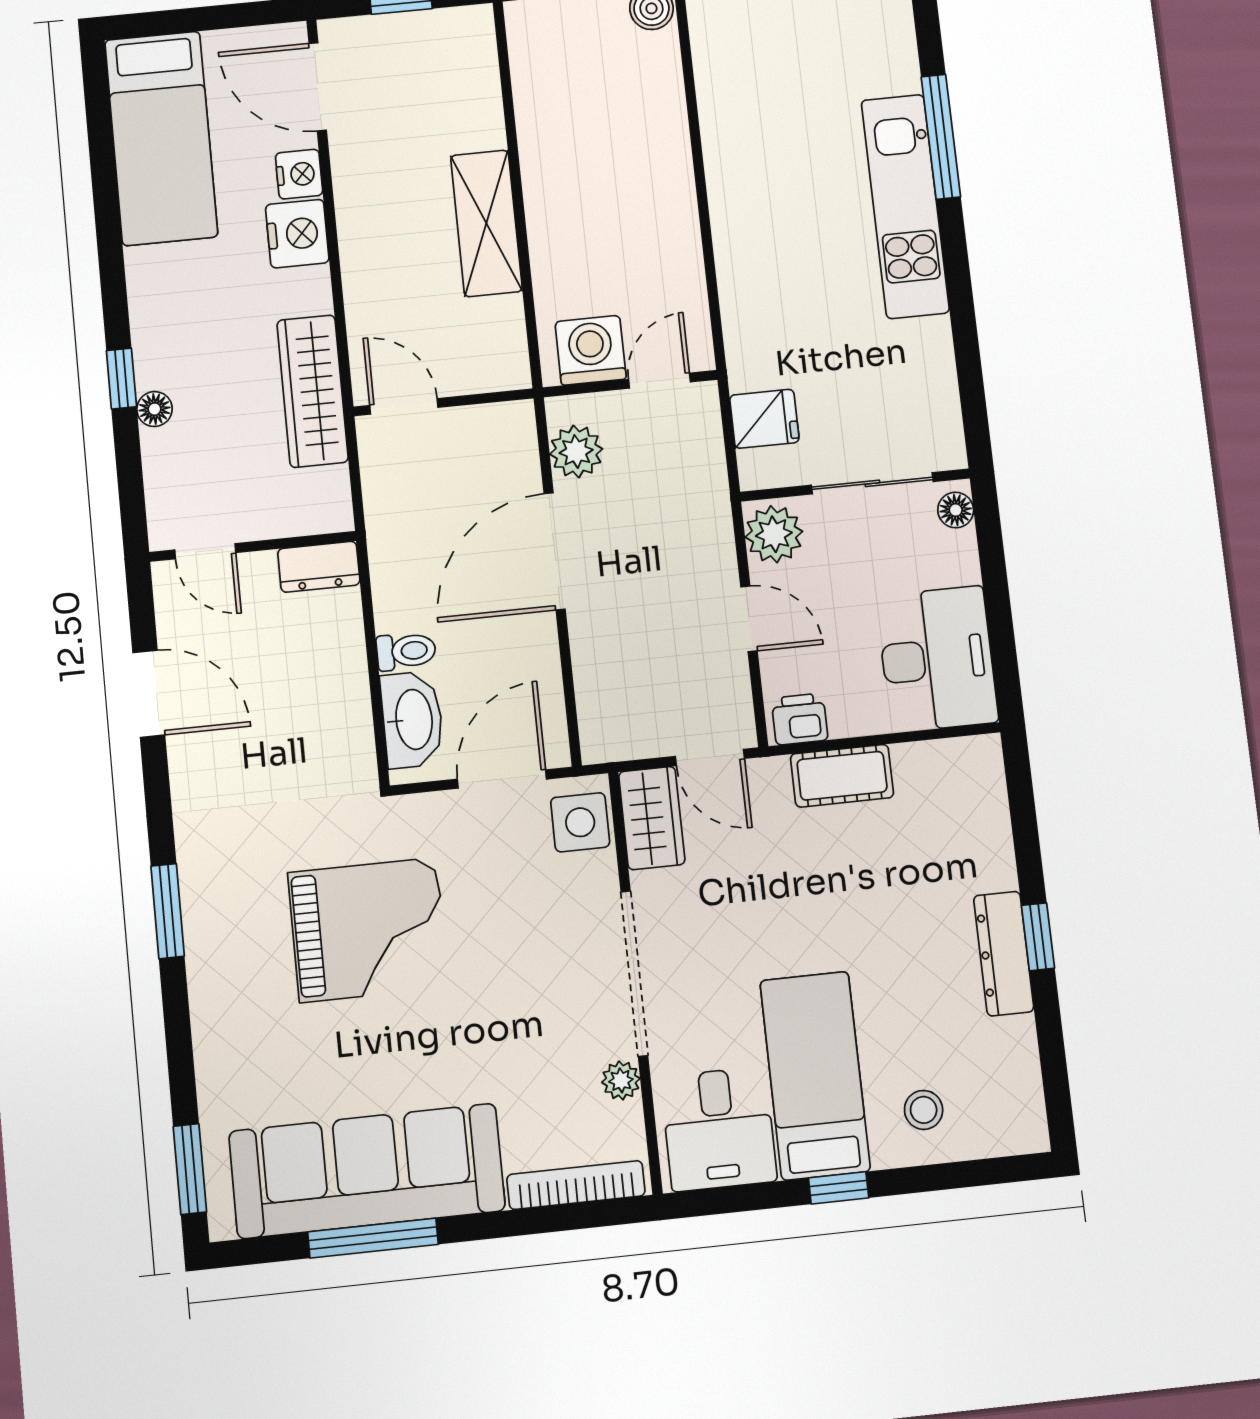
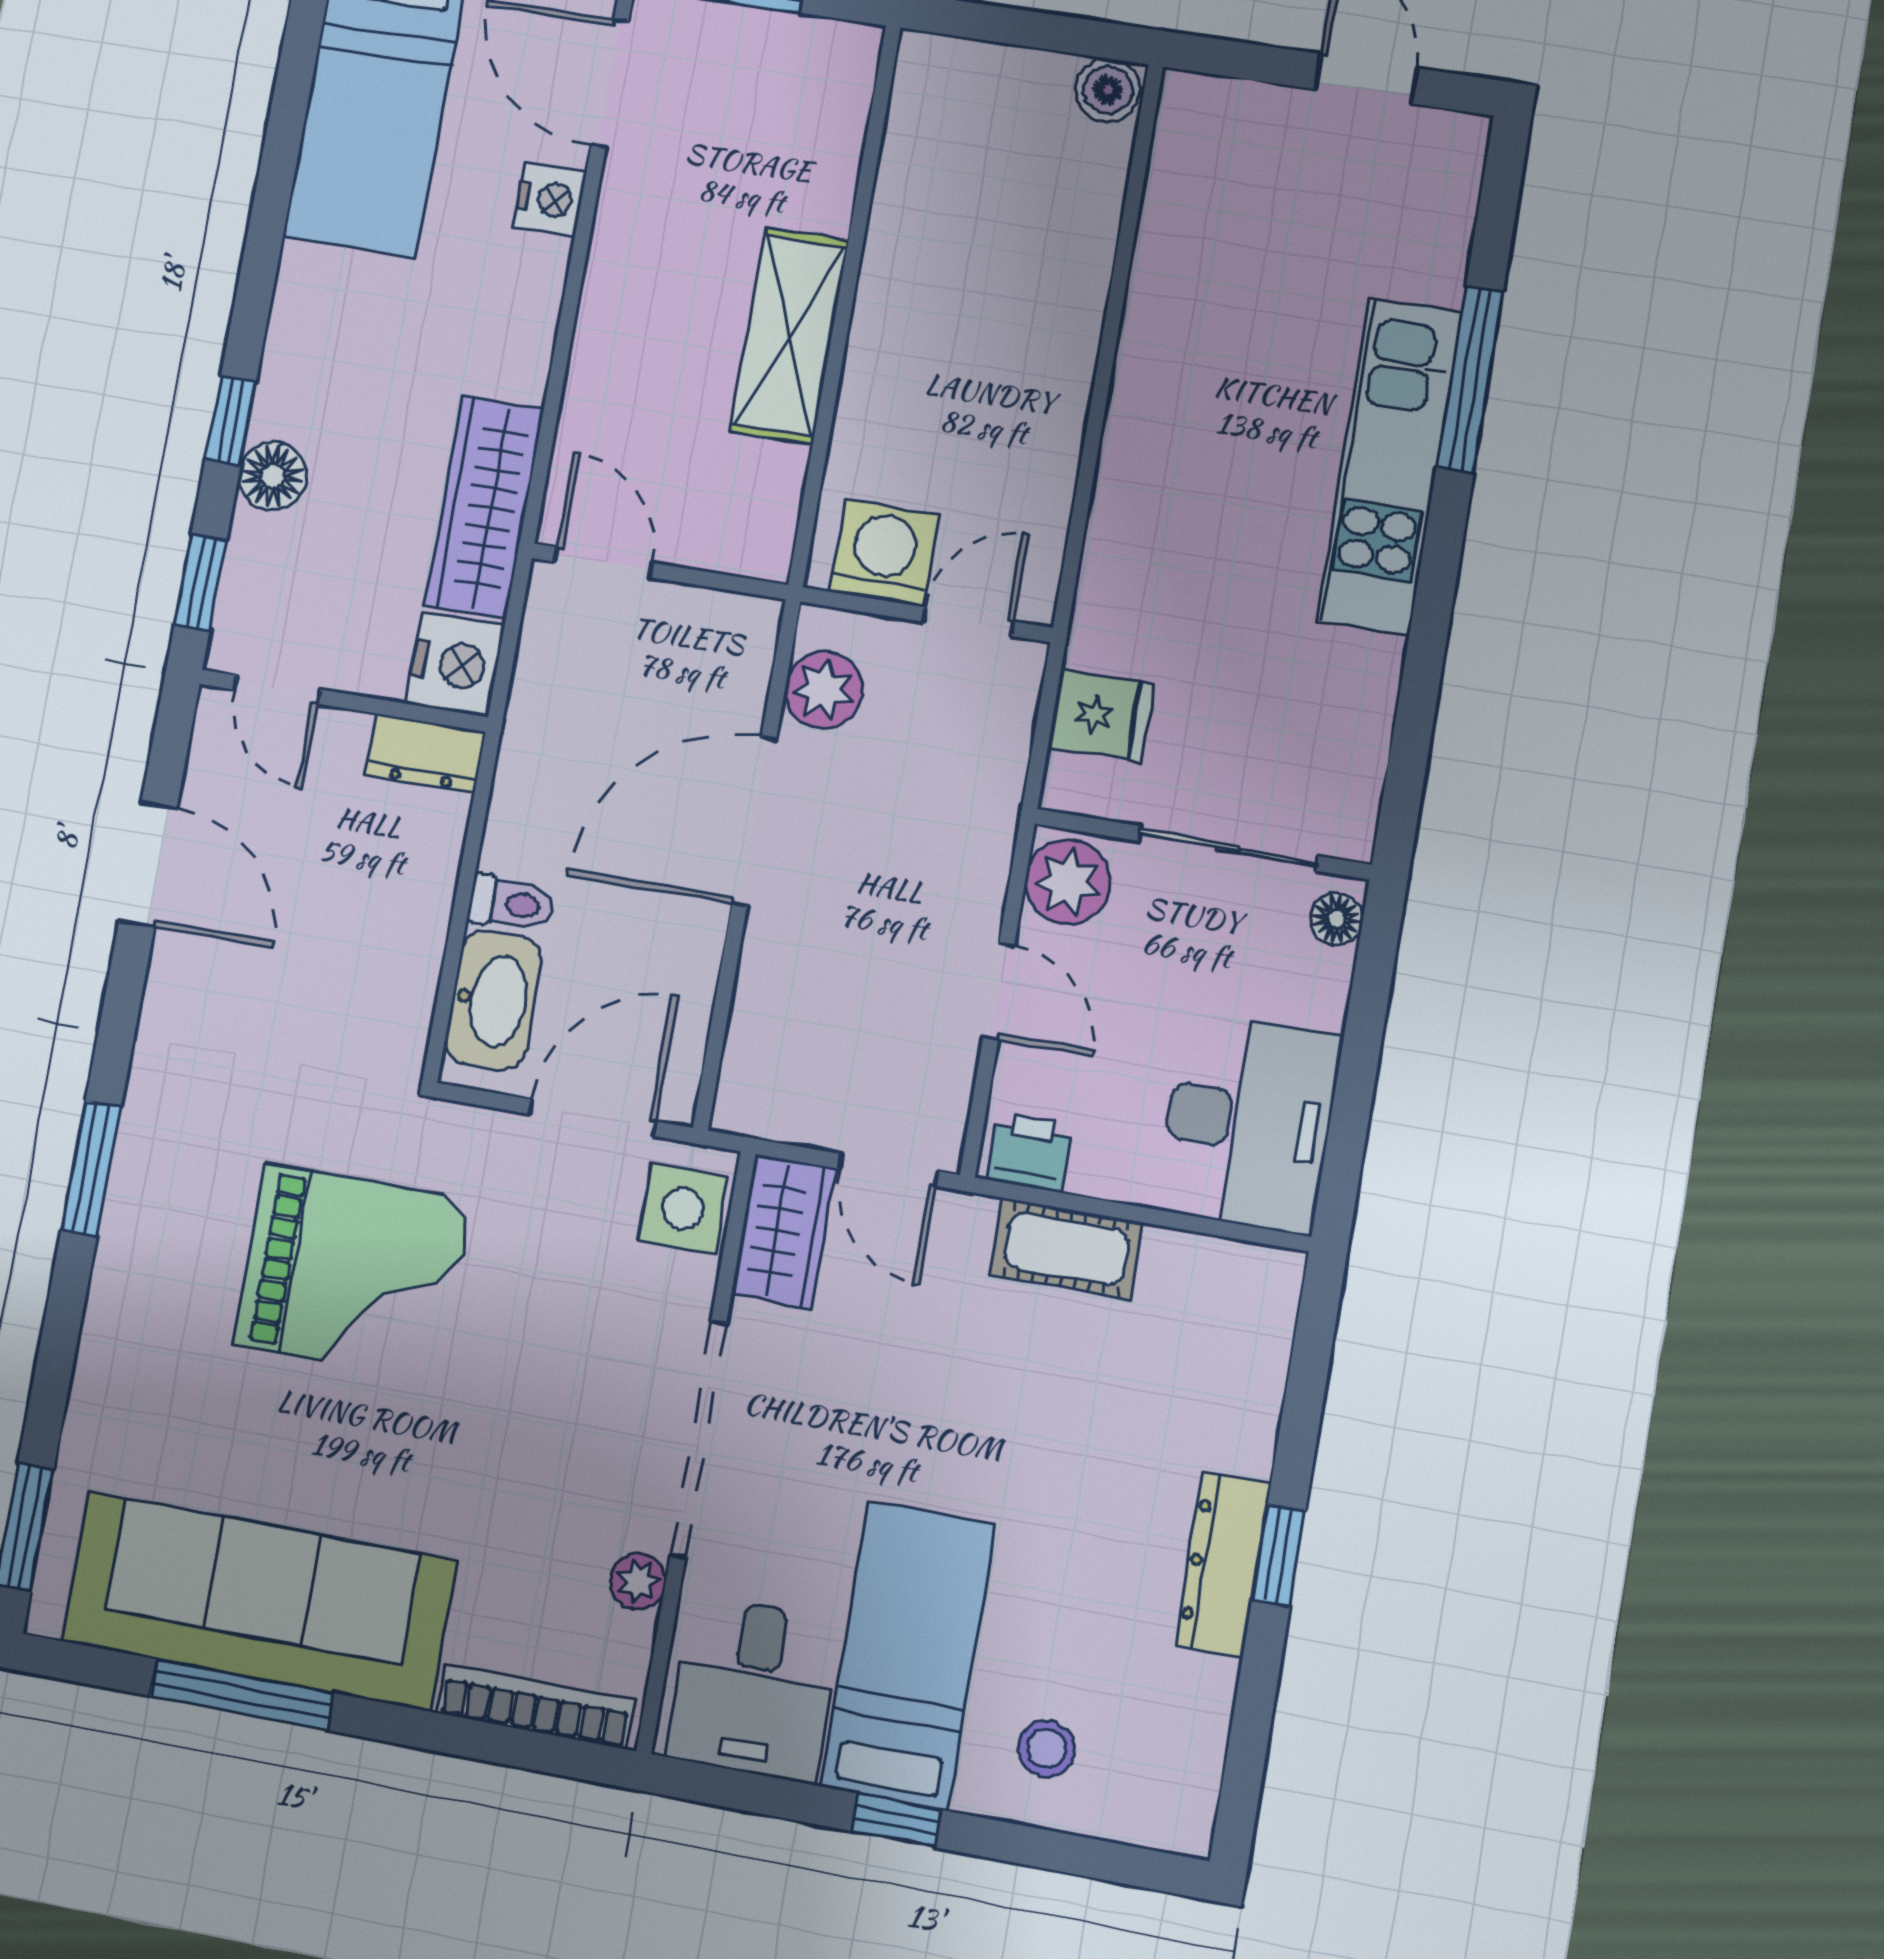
nightstand: (297, 234) -> (455, 664), moved
floor lamp: (155, 409) -> (273, 476), width x1.37, depth x1.37
window: (131, 493) -> (201, 582), added

